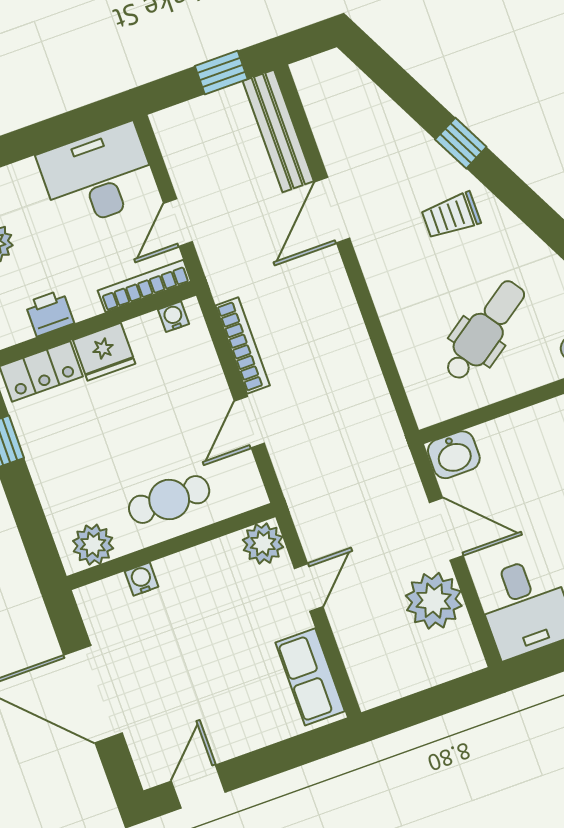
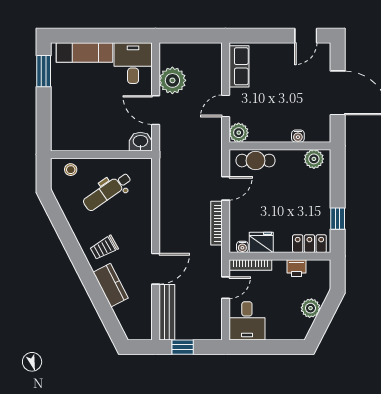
window: (461, 143) -> (88, 278), removed
kitchen counter: (411, 145) -> (111, 285), added
desk: (98, 176) -> (247, 321), width x0.73
trolley: (451, 216) -> (104, 248), turned 151
fridge: (104, 352) -> (261, 242), moved
cafe table: (169, 500) -> (256, 161), moved

